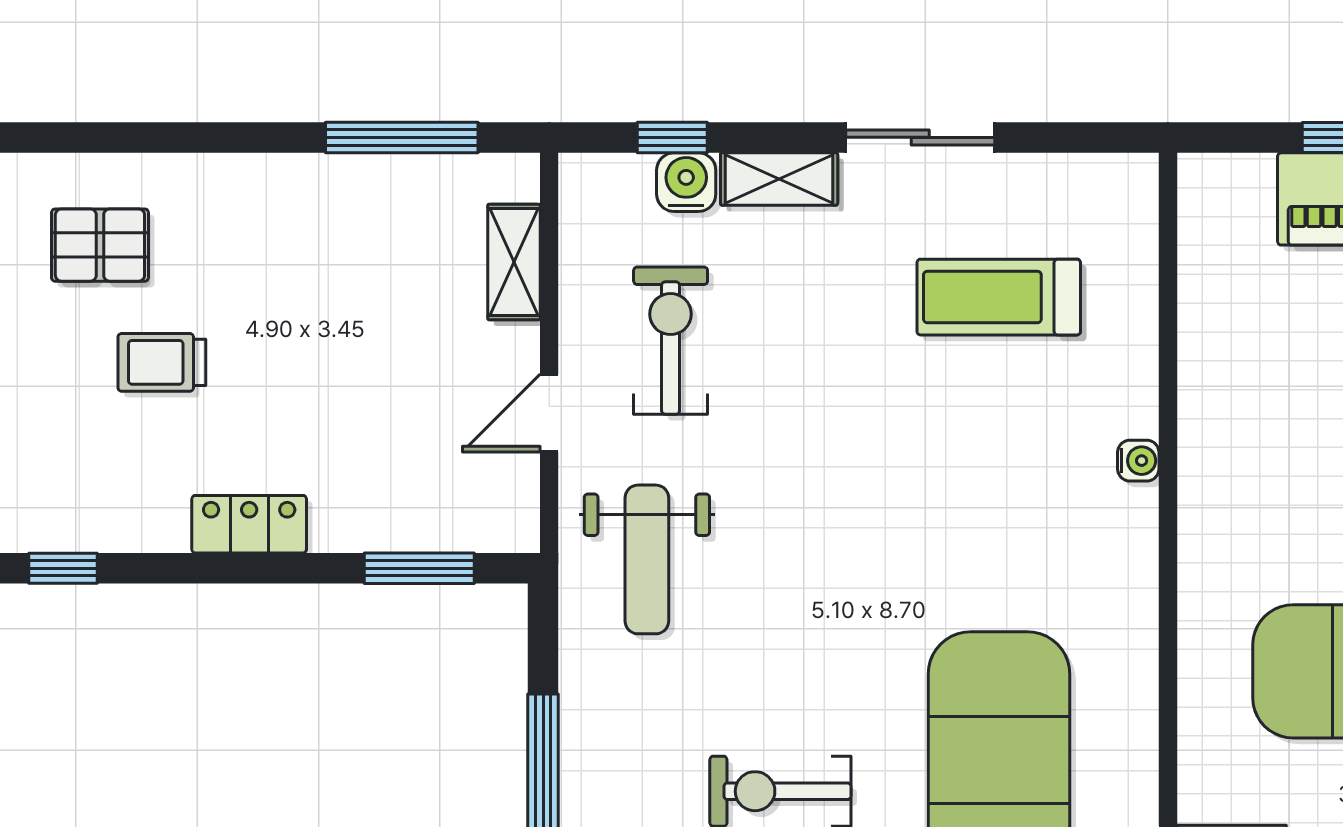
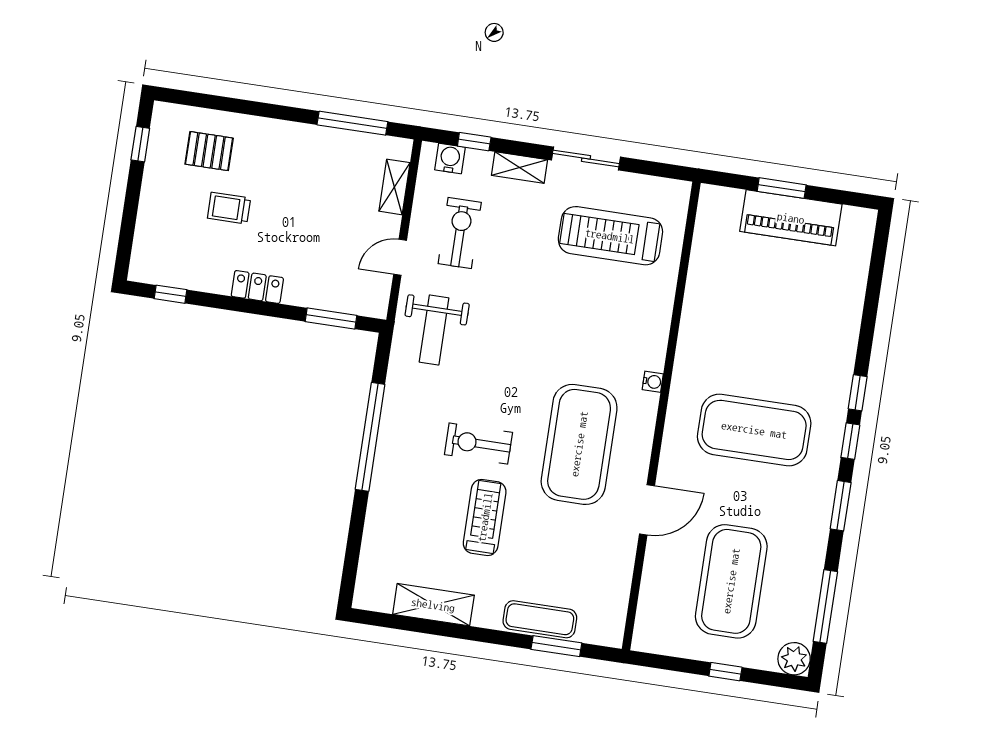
water cooler: (686, 182) -> (450, 159), moved
treadmill: (999, 297) -> (610, 236), width x1.37, depth x1.38
water cooler: (1138, 461) -> (653, 382), moved

